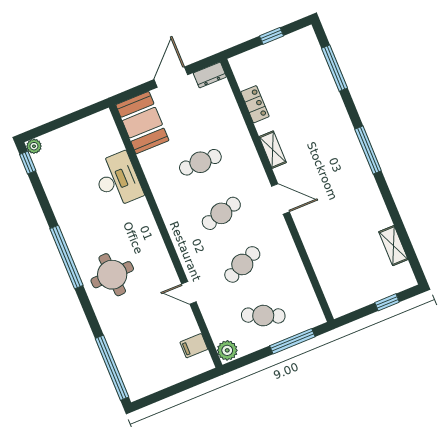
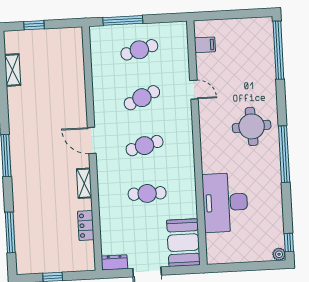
desk: (118, 180) -> (225, 202), width x1.36, depth x1.30
cafe table: (263, 316) -> (139, 50), turned -39
plant: (227, 350) -> (179, 31), removed

